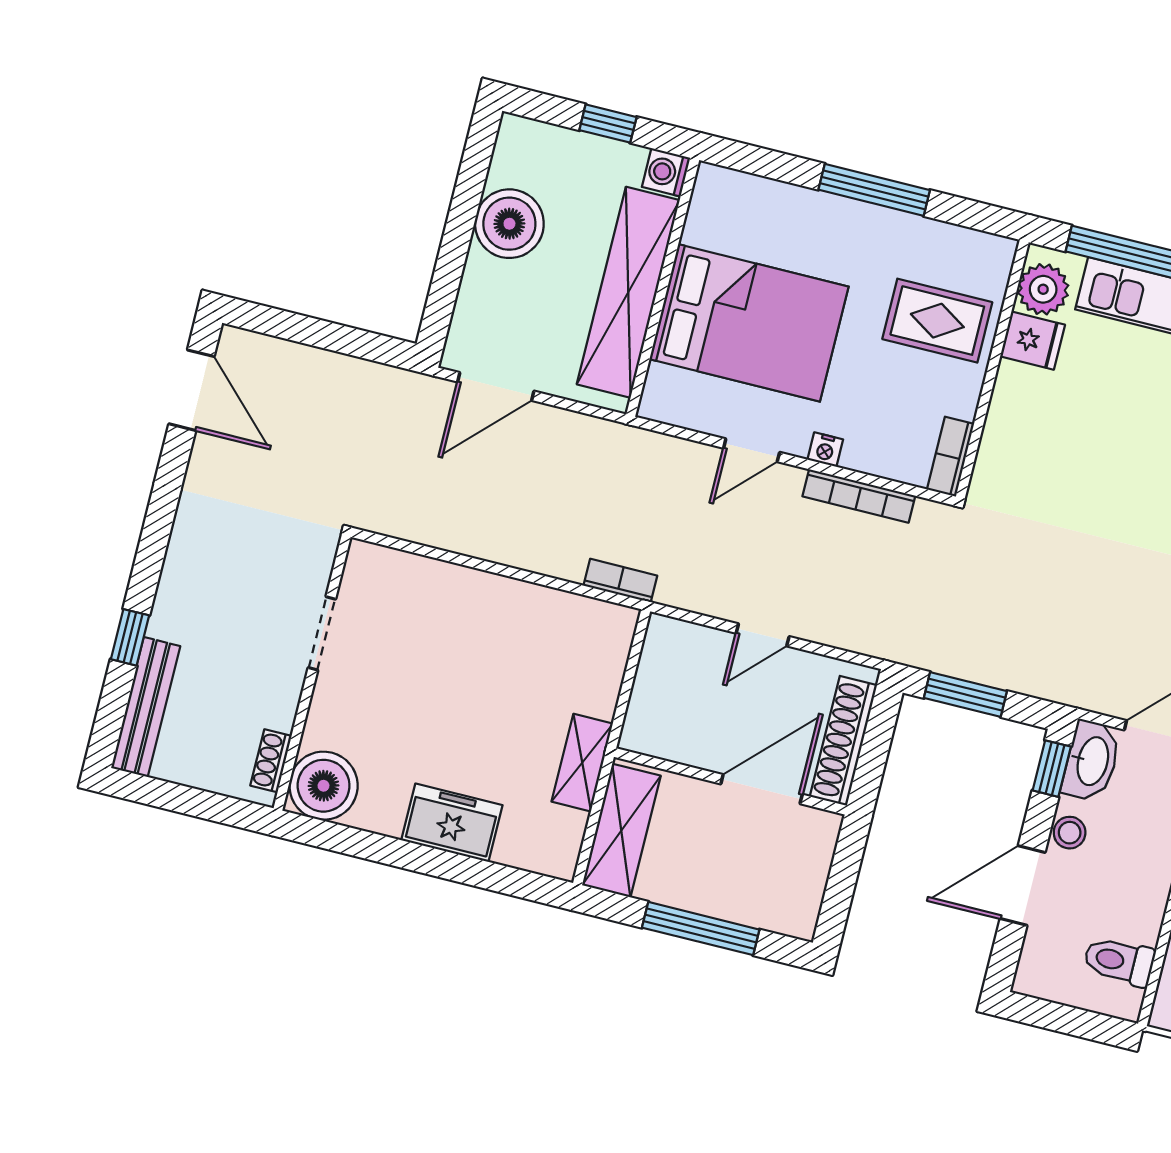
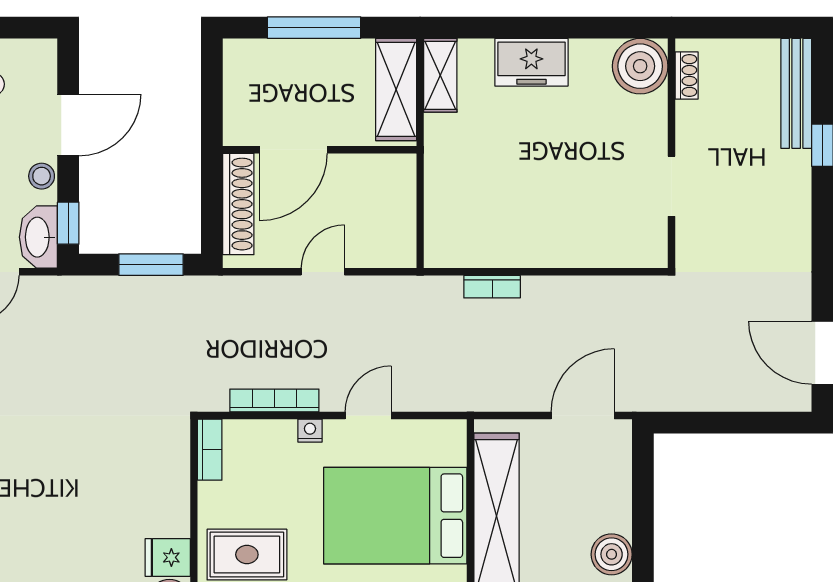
boiler: (509, 224) -> (612, 554), width x0.73, depth x0.73
bookcase: (620, 581) -> (492, 287), moved
shelving: (582, 763) -> (440, 75), moved

